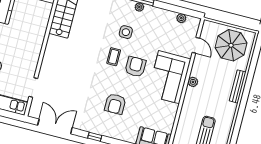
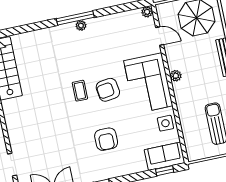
plant: (181, 18) -> (147, 12), moved
side table: (126, 32) -> (165, 123), moved
armchair: (135, 67) -> (108, 90), turned -98

